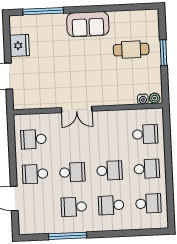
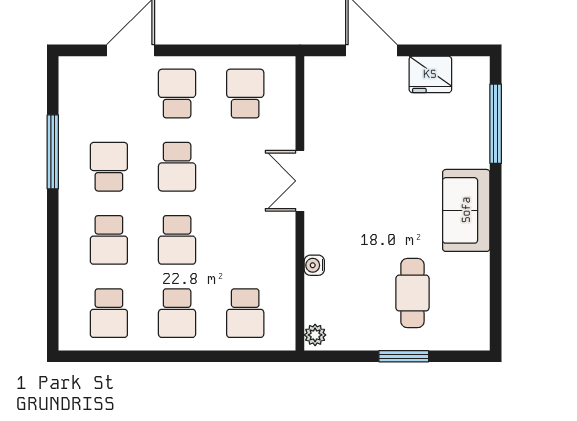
water cooler: (143, 99) -> (314, 265), moved
school desk: (111, 205) -> (109, 240), turned 180

